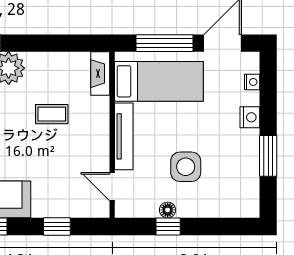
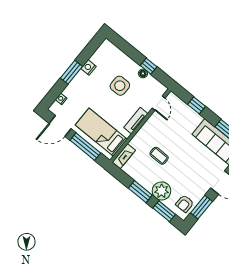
window: (37, 43) -> (140, 192), added
nightstand: (250, 117) -> (89, 67), moved
tv unit: (124, 136) -> (136, 121), width x0.71
window: (268, 156) -> (71, 72), moved

